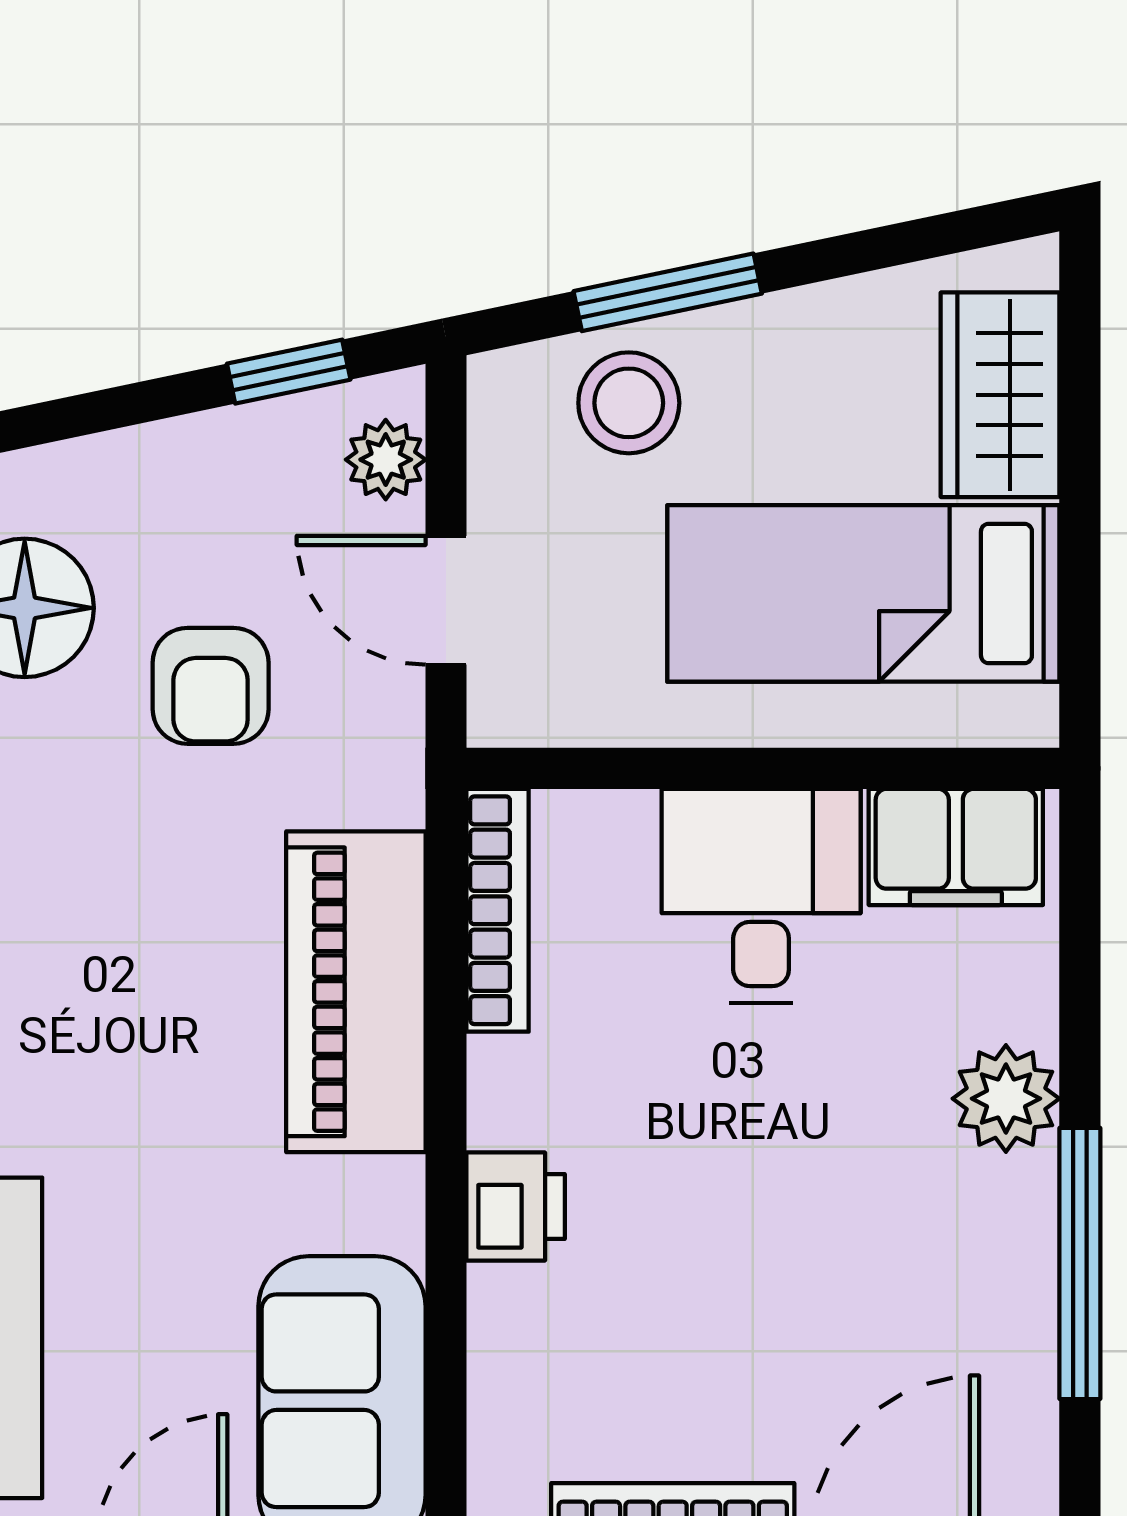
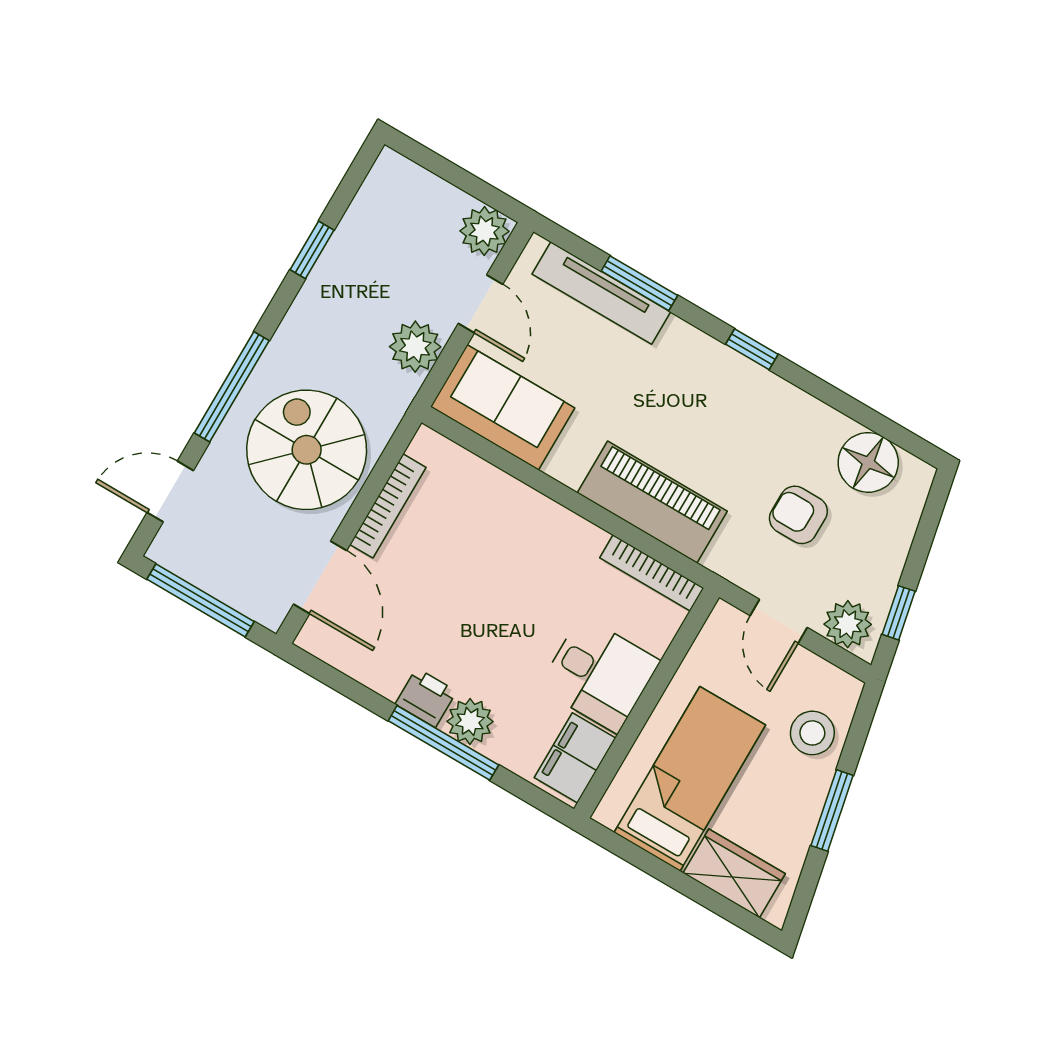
window: (668, 292) -> (832, 811), moved
plant: (386, 460) -> (848, 624), width x1.38, depth x1.38
door: (446, 600) -> (779, 621), swing flipped
printer: (516, 1207) -> (426, 698), moved, turned 180
window: (1080, 1263) -> (443, 743), moved

